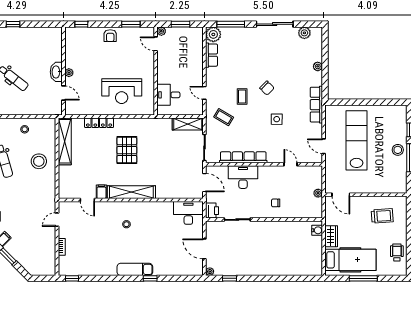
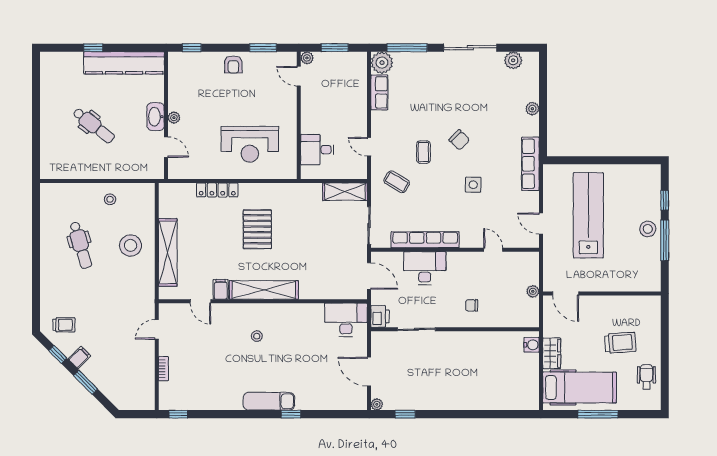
kitchen counter: (34, 35) -> (124, 63), added
shelving: (65, 141) -> (168, 252), moved
trolley: (382, 216) -> (620, 343), moved

